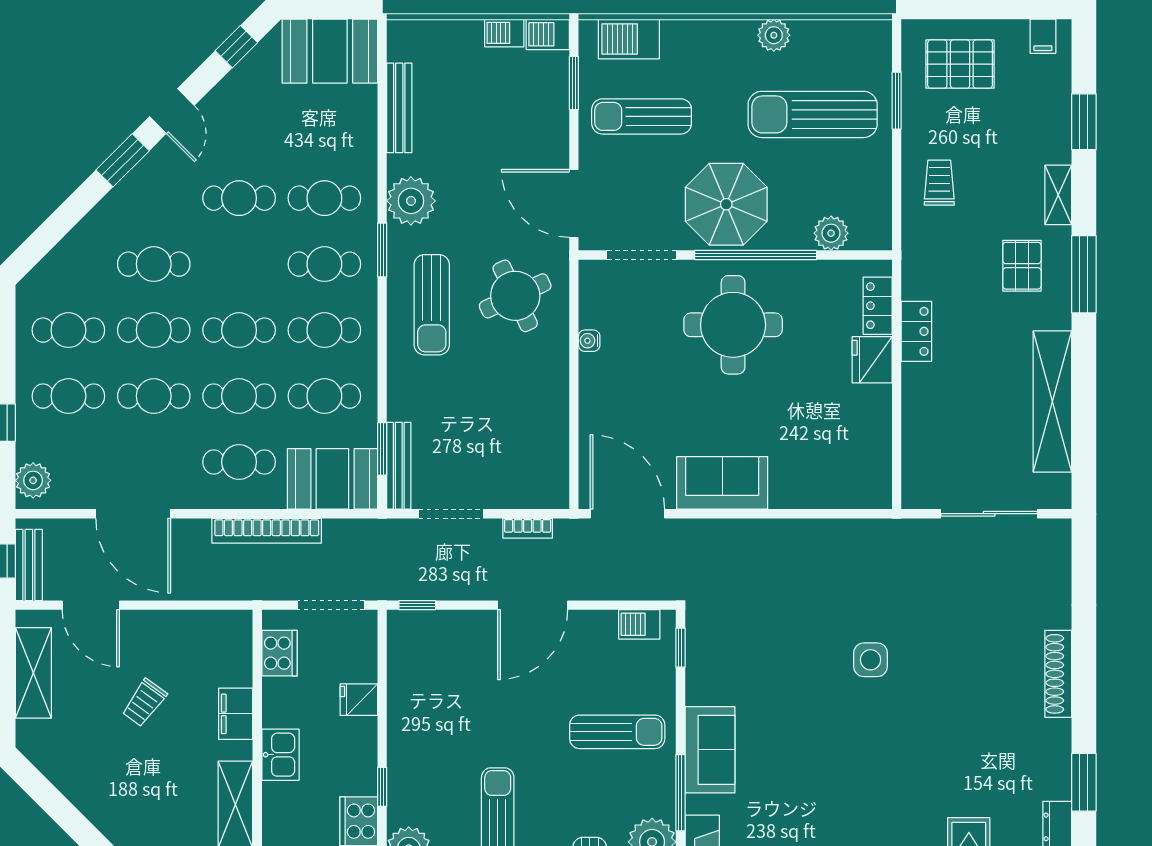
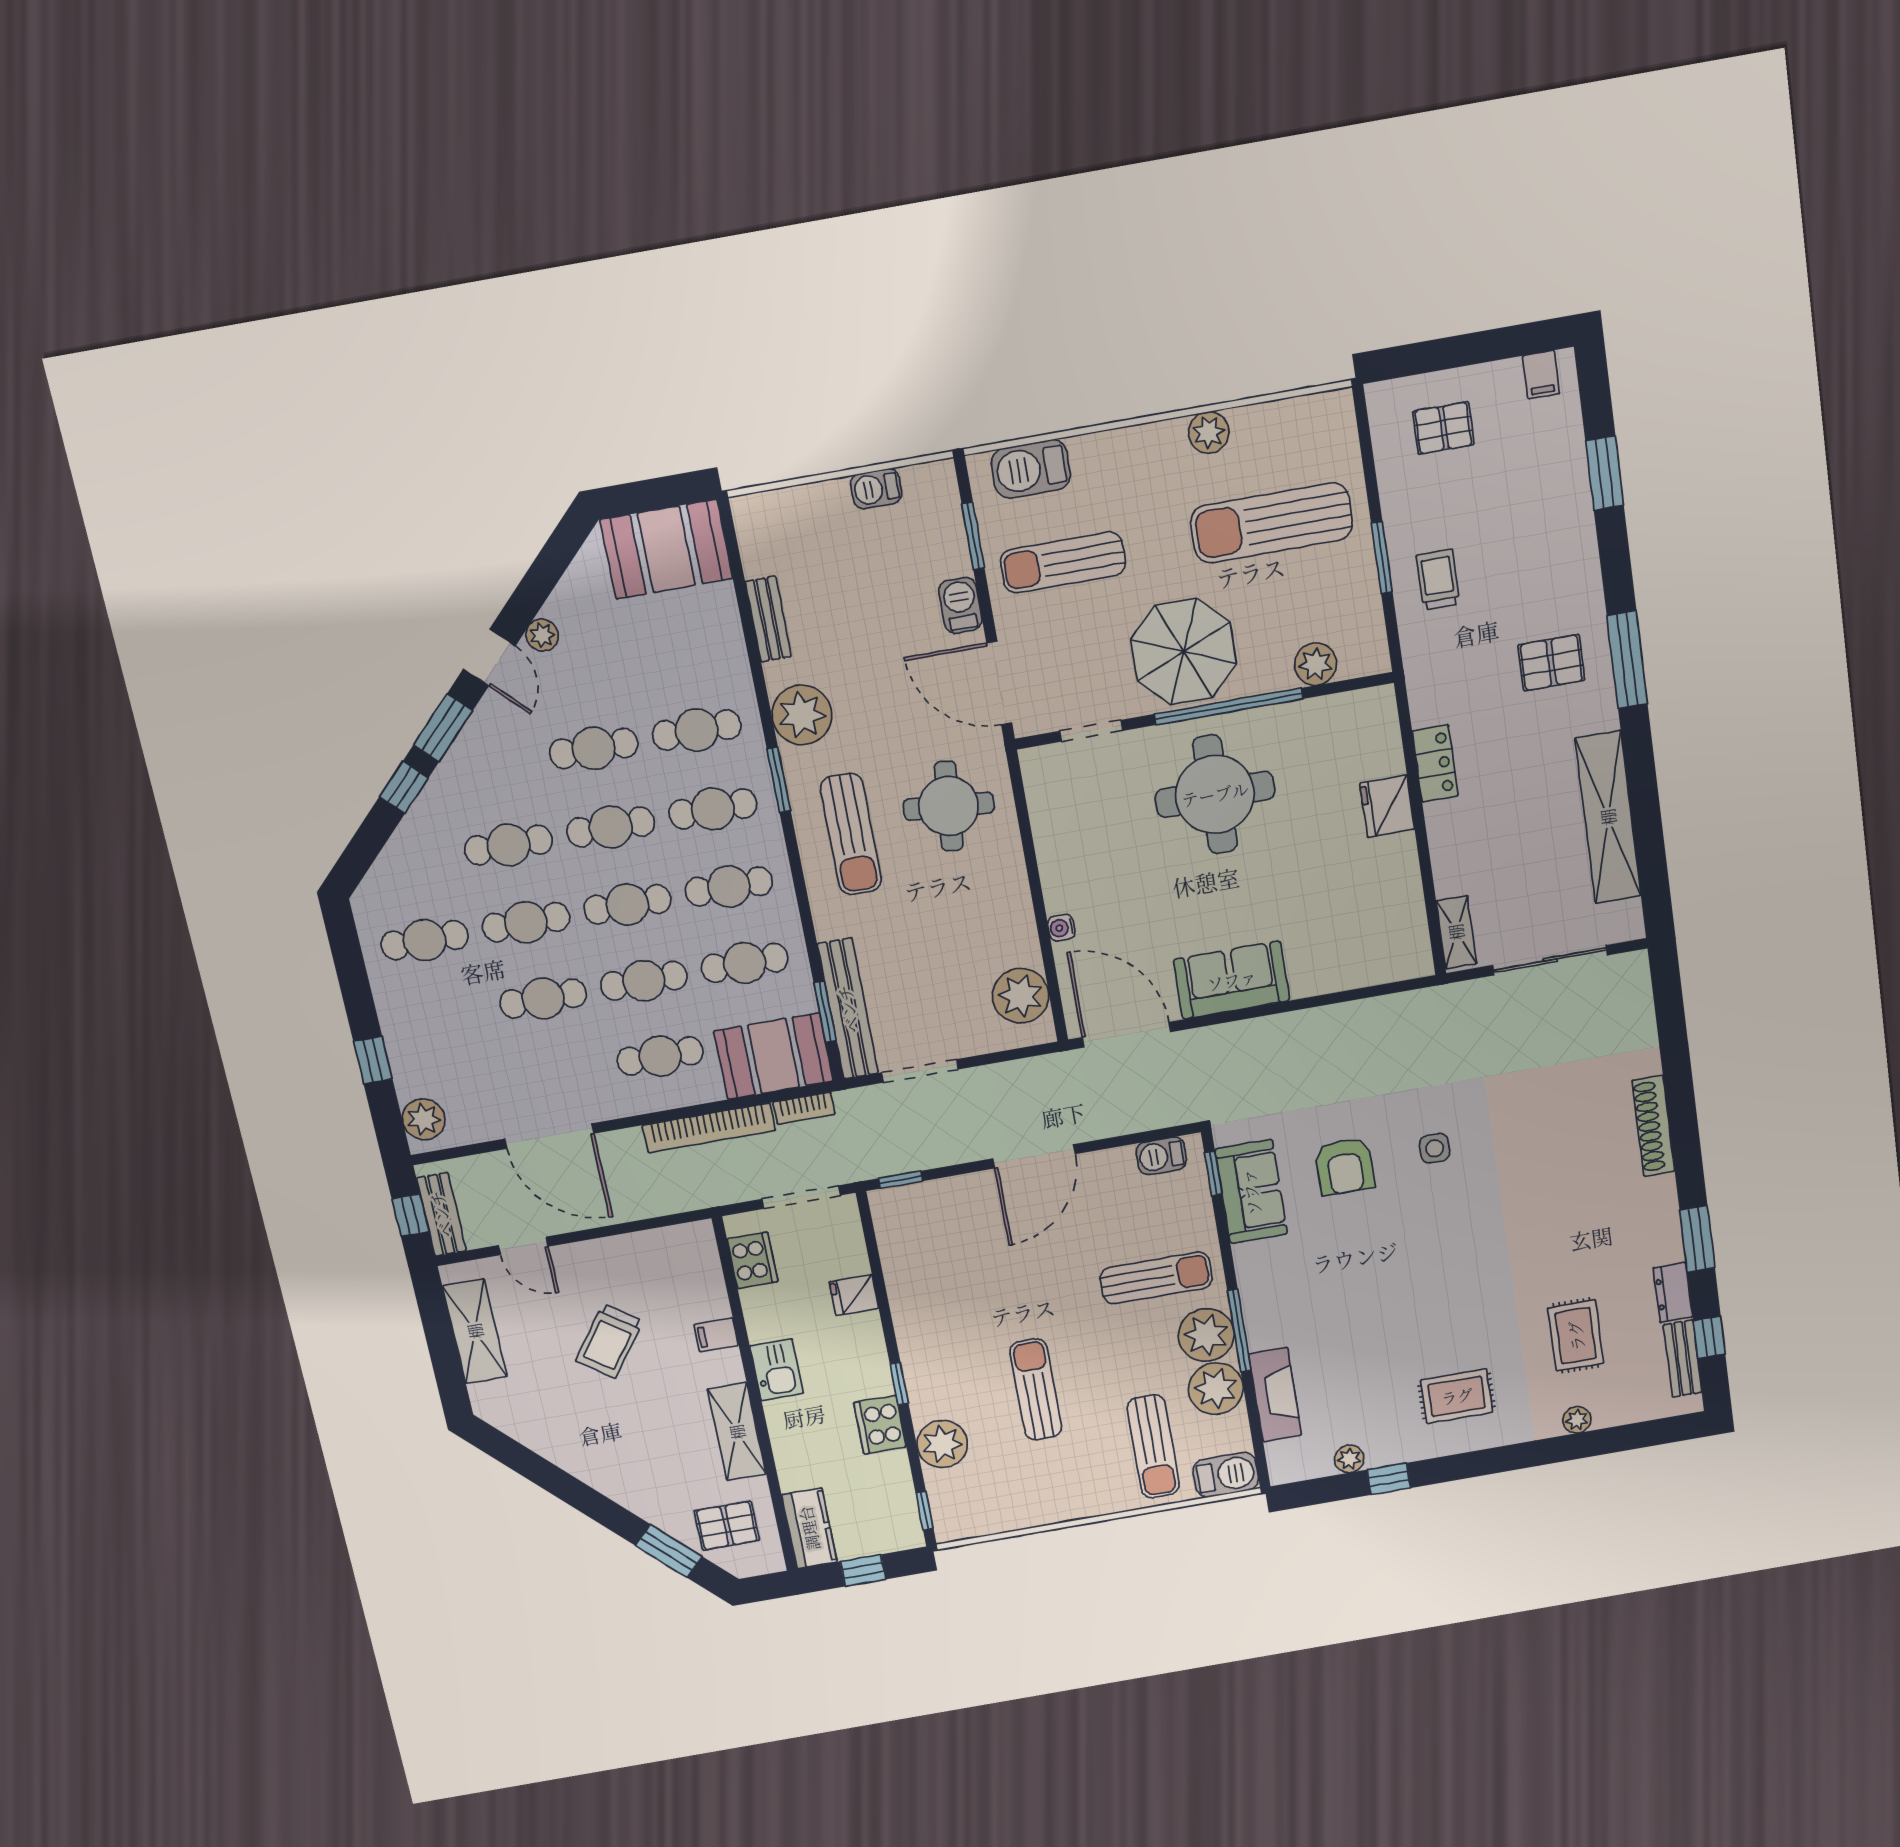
barbecue: (548, 34) -> (960, 605), moved, turned 90
window: (236, 47) -> (404, 787), moved
pallet: (960, 64) -> (1443, 428), width x0.67, depth x0.71
plant: (218, 101) -> (542, 635), added
window: (897, 101) -> (1382, 558), moved
bench: (399, 108) -> (768, 619), width x0.73
shelving: (1058, 195) -> (1456, 932), moved
doorway: (641, 255) -> (1091, 731), width x0.73
pallet: (1022, 266) -> (1551, 663), turned 90
round table: (515, 296) -> (949, 806), turned 30
locker: (878, 306) -> (1384, 741), removed
water cooler: (589, 341) -> (1061, 928), moved
cafe table: (68, 396) -> (611, 827), moved
plant: (546, 465) -> (1021, 996), added
bench: (399, 466) -> (848, 1009), width x1.37, depth x1.21
bookcase: (528, 528) -> (804, 1108), moved
door: (91, 605) -> (523, 1246), width x0.73
side table: (871, 660) -> (1435, 1148), width x0.73, depth x0.73
armchair: (792, 662) -> (1345, 1166), added
trolley: (144, 703) -> (609, 1341), width x1.36, depth x1.39
filing cabinet: (236, 714) -> (716, 1335), width x0.50
sofa: (710, 750) -> (1251, 1192), moved
plant: (652, 791) -> (1206, 1335), added

